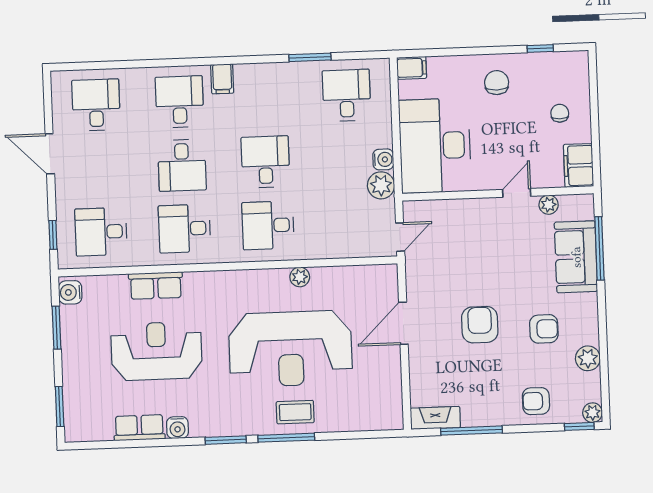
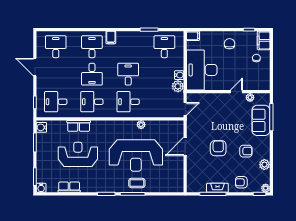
filing cabinet: (578, 165) -> (264, 40), moved
fireplace: (435, 418) -> (217, 188), moved
water cooler: (177, 428) -> (41, 188), moved

